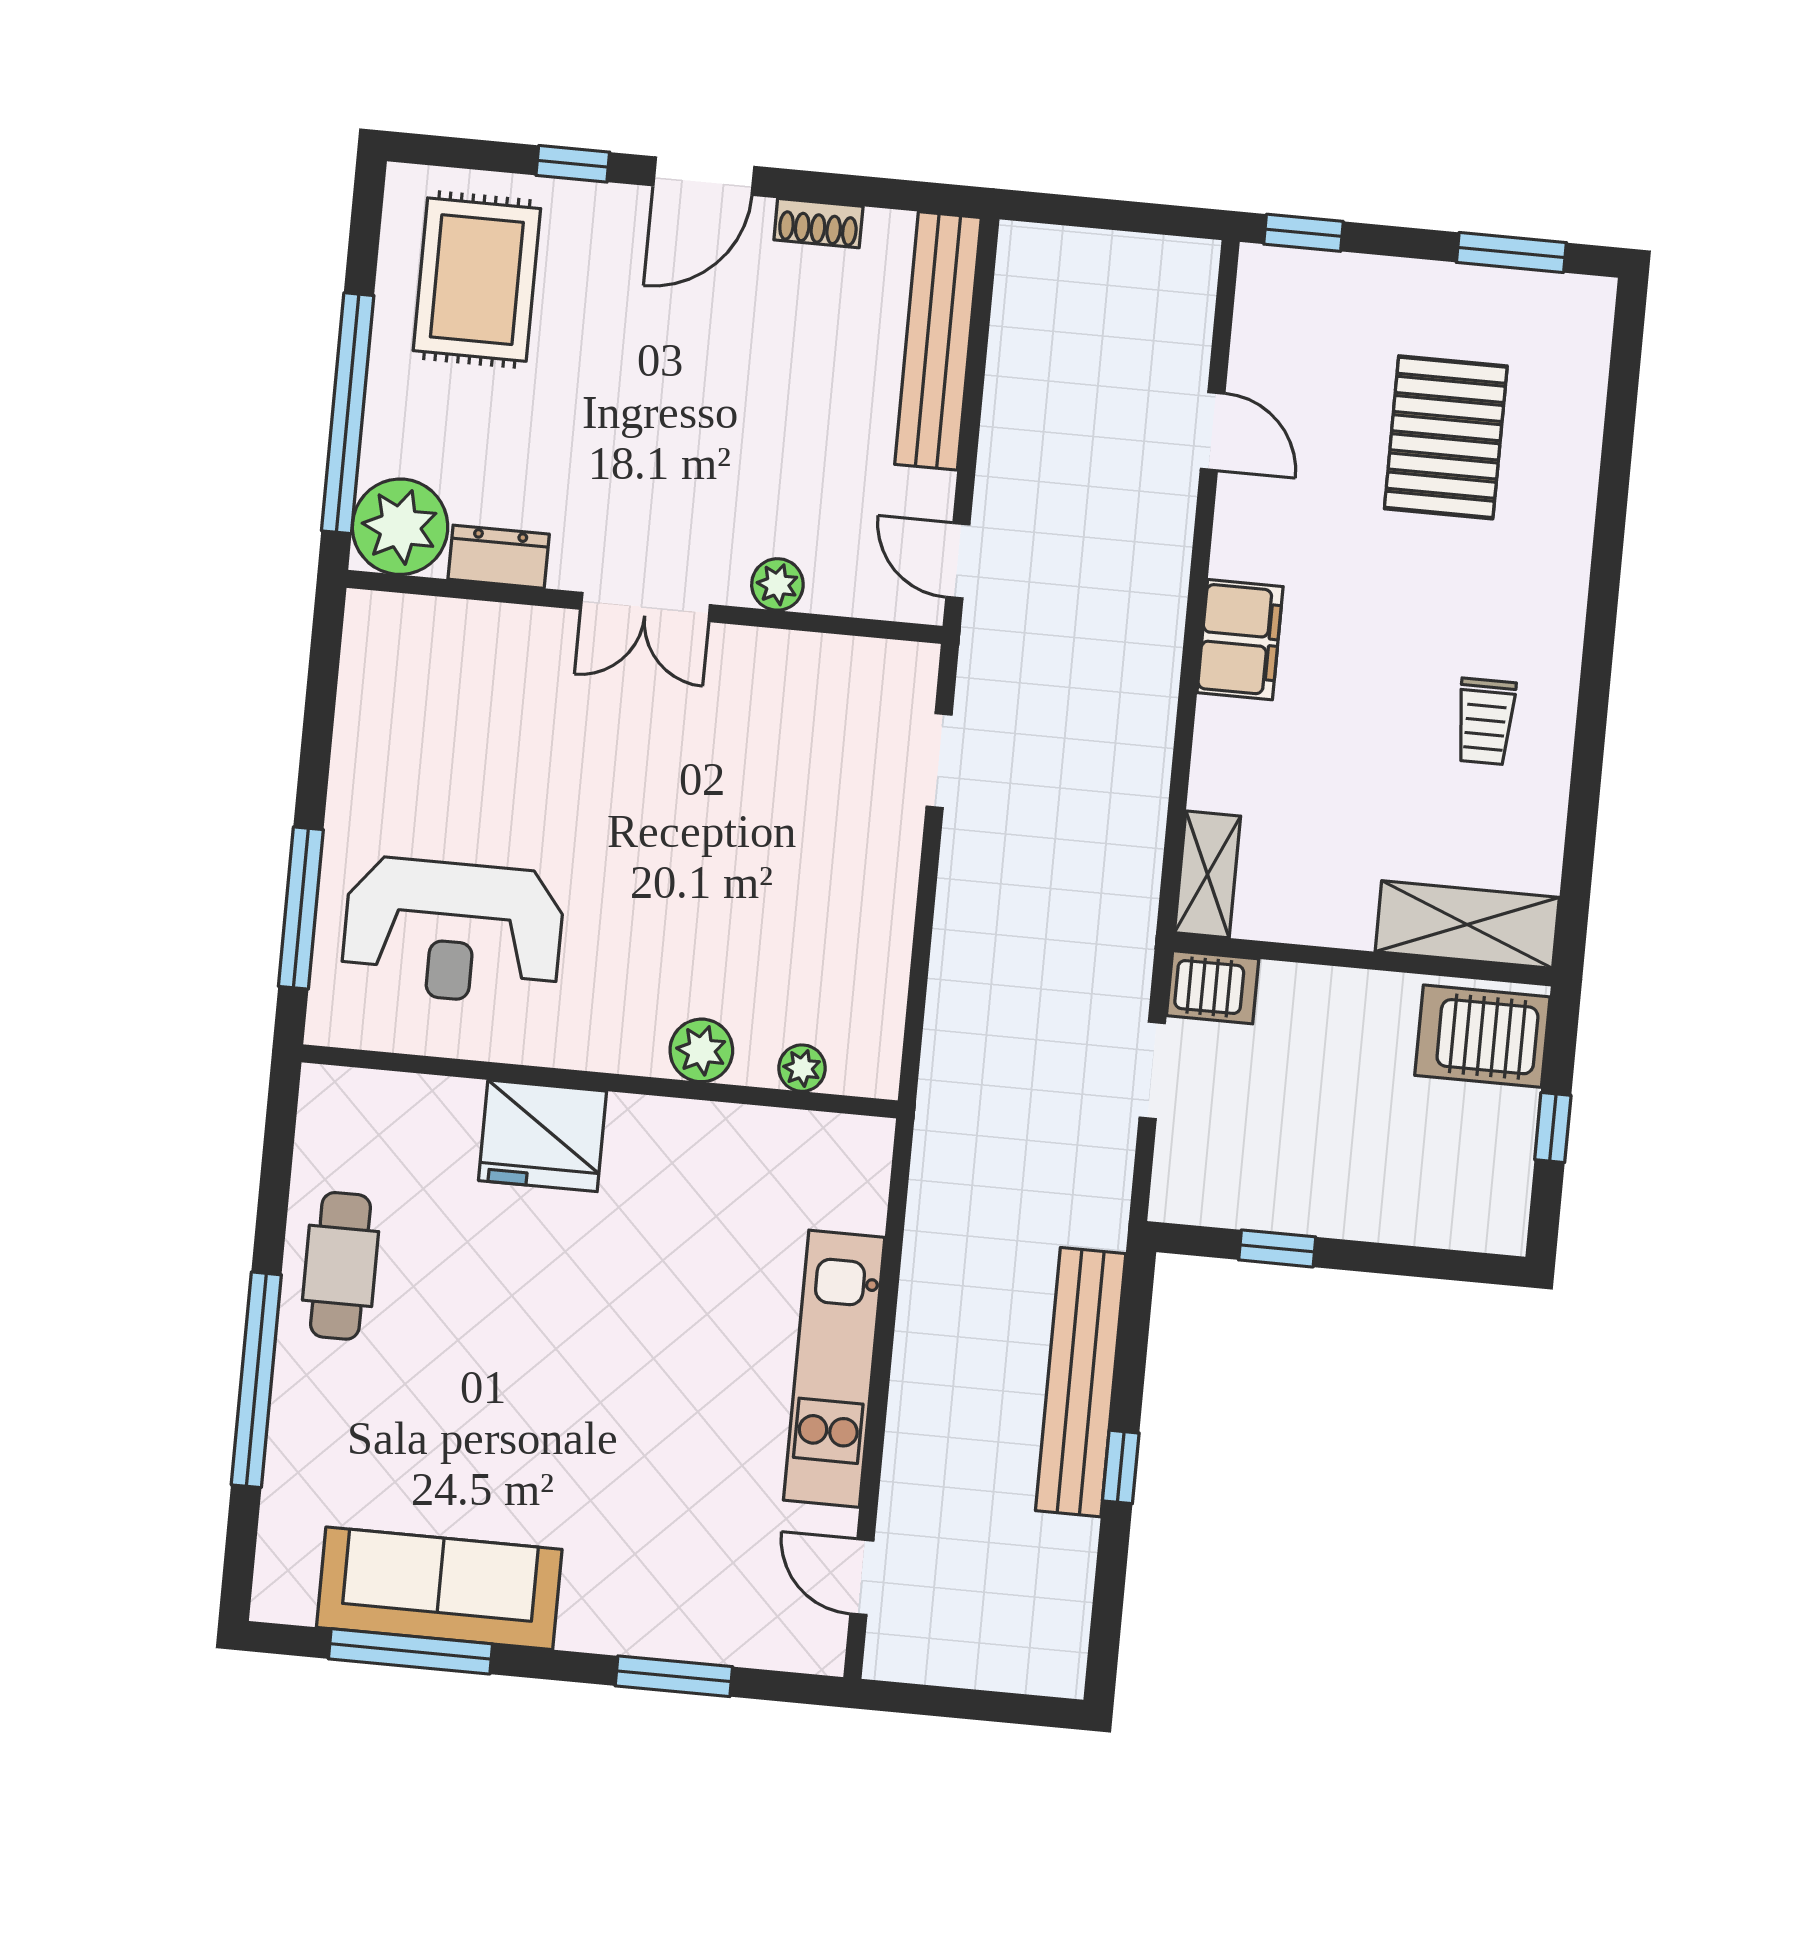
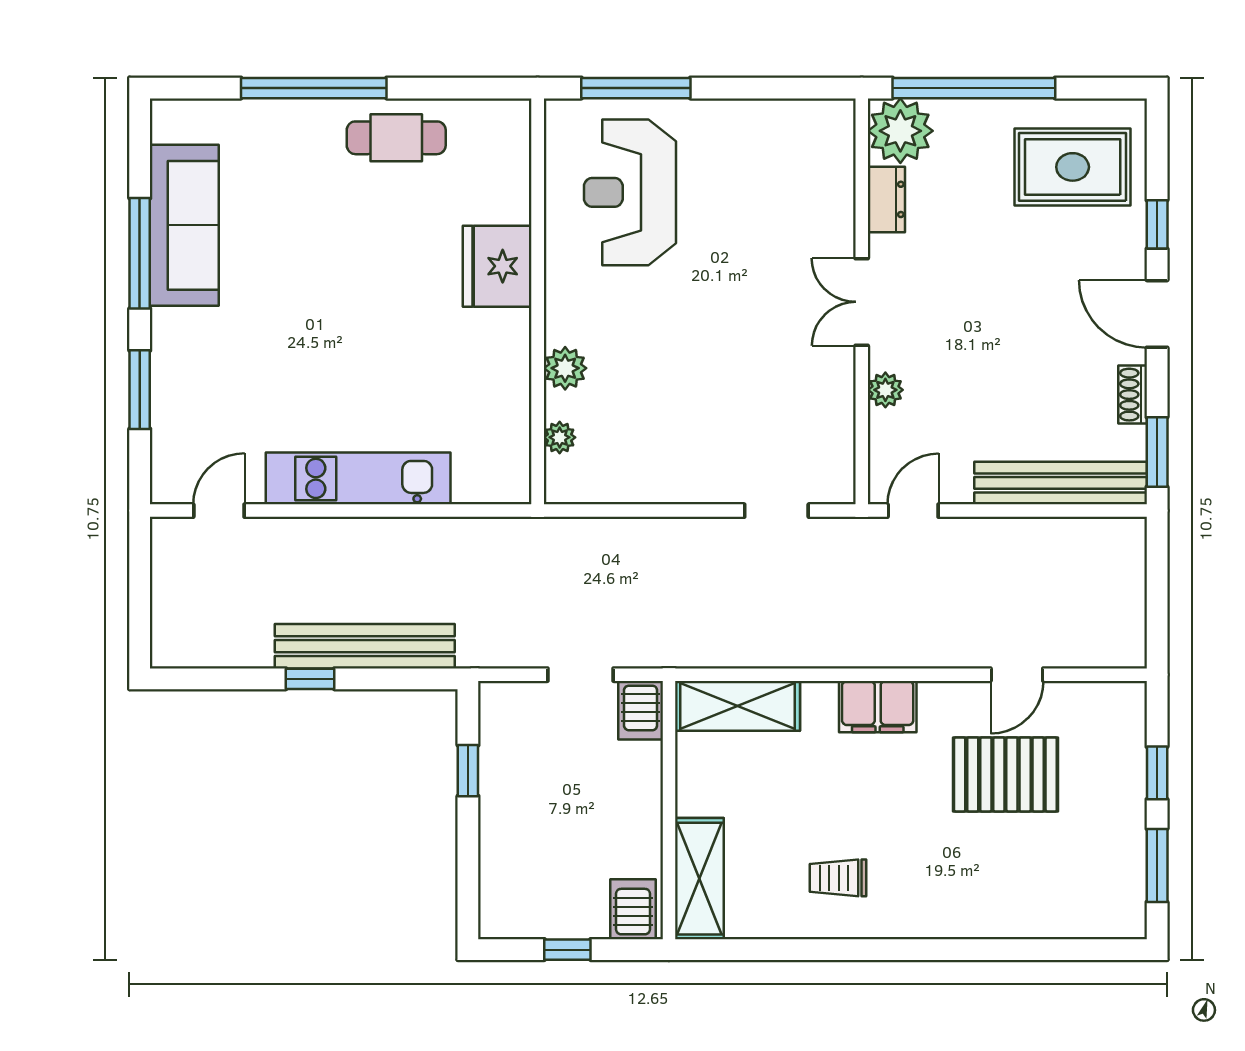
window: (906, 195) -> (1157, 452), added
window: (1304, 233) -> (1157, 773), moved
pallet: (1446, 437) -> (1005, 774), moved
shelving: (1207, 874) -> (737, 706), width x1.50, depth x1.33
server rack: (1482, 1036) -> (633, 909), width x0.73, depth x0.70
window: (410, 1651) -> (140, 253), moved

